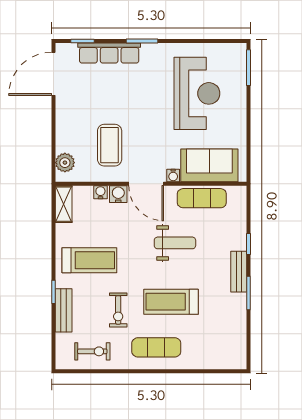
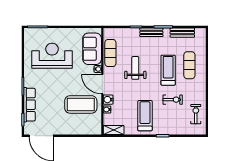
coffee table: (110, 145) -> (81, 104), width x1.36, depth x1.32
plant: (65, 163) -> (91, 129), removed
door: (146, 184) -> (102, 84), swing flipped
treadmill: (171, 302) -> (168, 70), turned 180
bench: (64, 310) -> (182, 33), moved
exercise mat: (156, 347) -> (189, 65), moved

